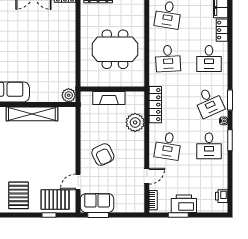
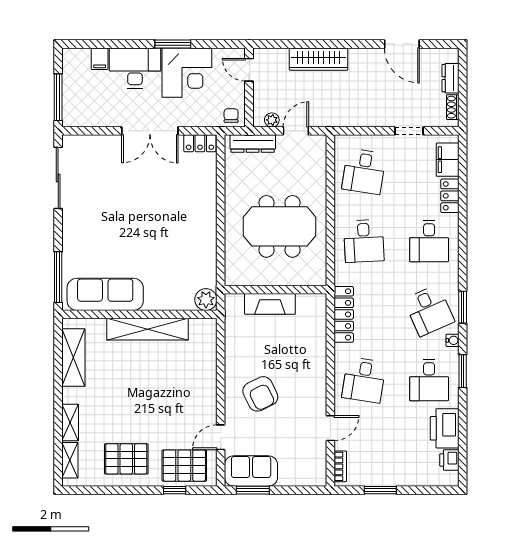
plant: (135, 122) -> (312, 343), removed
pallet: (19, 195) -> (126, 459), turned 90
printer: (184, 204) -> (445, 428), moved, turned -90

